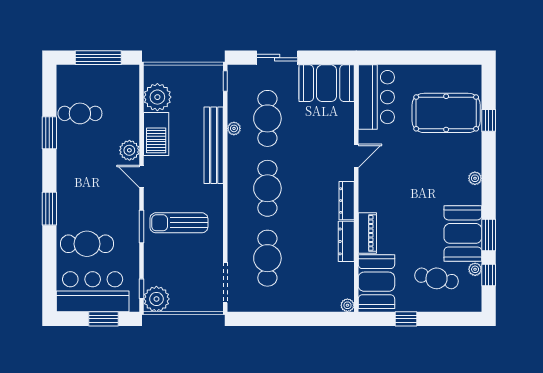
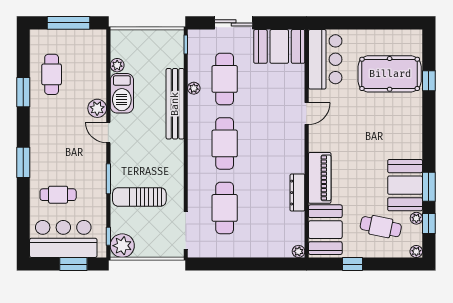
plant: (157, 97) -> (117, 65), width x0.53, depth x0.53
cafe table: (80, 113) -> (52, 74), turned 90
plant: (475, 178) -> (416, 251), moved
dresser: (347, 201) -> (298, 155), removed
sun lounger: (179, 223) -> (139, 197), moved
piano: (367, 233) -> (320, 178), width x1.37, depth x1.33
cafe table: (87, 244) -> (58, 195), width x0.73, depth x0.74

